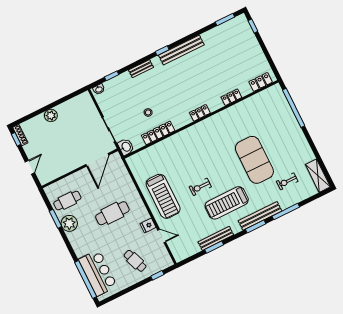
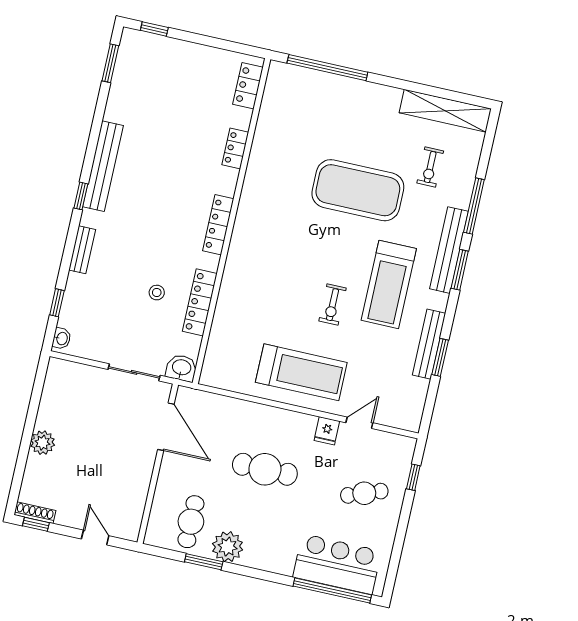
locker: (200, 113) -> (218, 225), width x1.53
shelving: (318, 176) -> (445, 111), width x1.47
cafe table: (112, 213) -> (265, 469), turned 90

